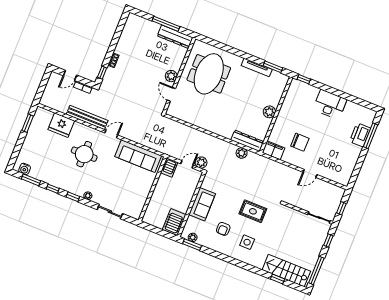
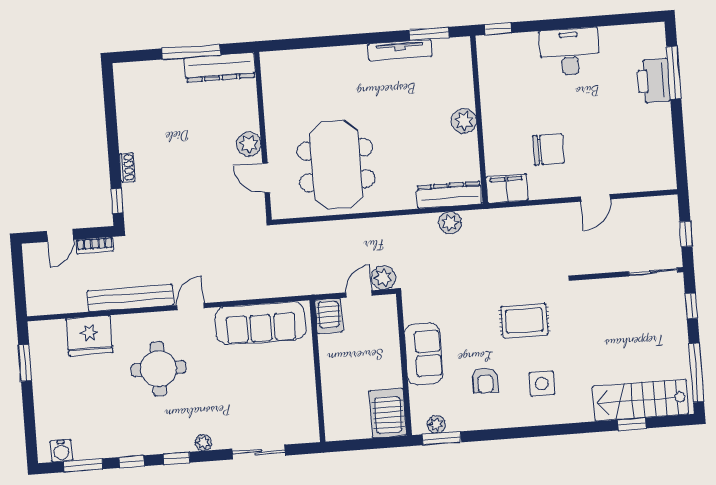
meeting table: (209, 74) -> (336, 165), moved

